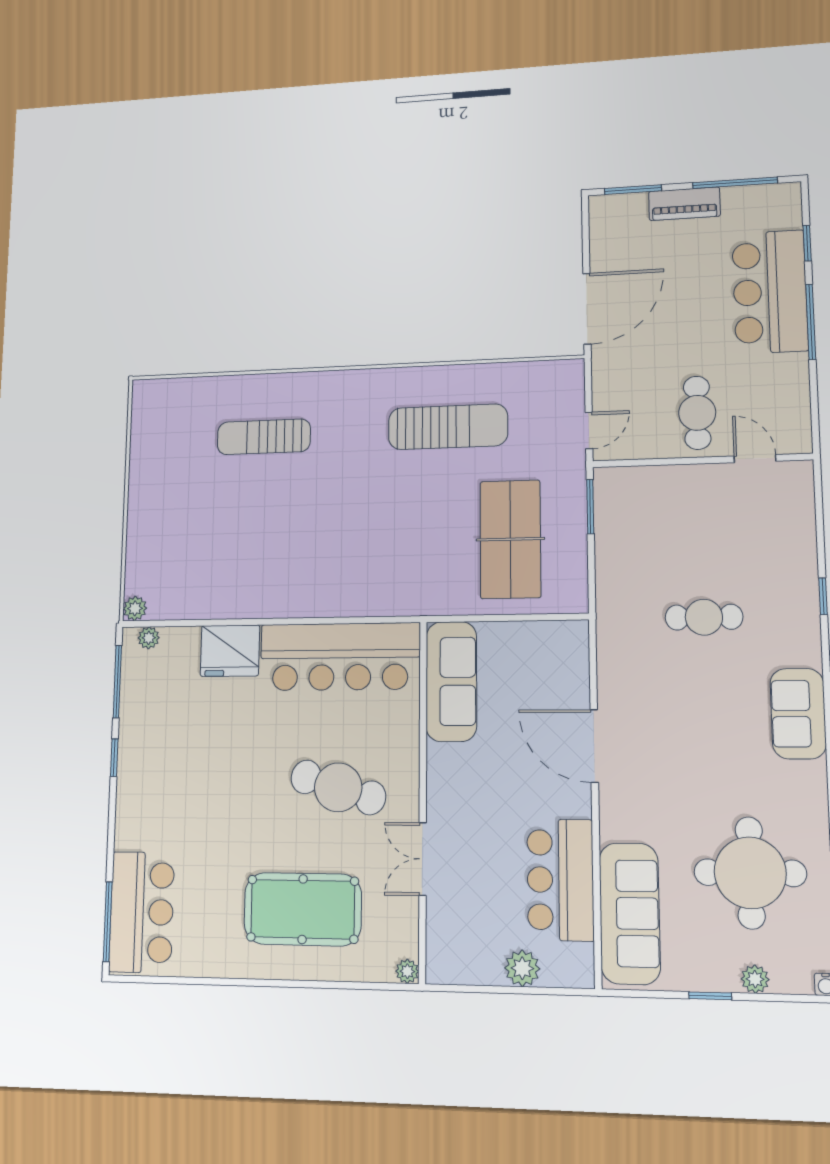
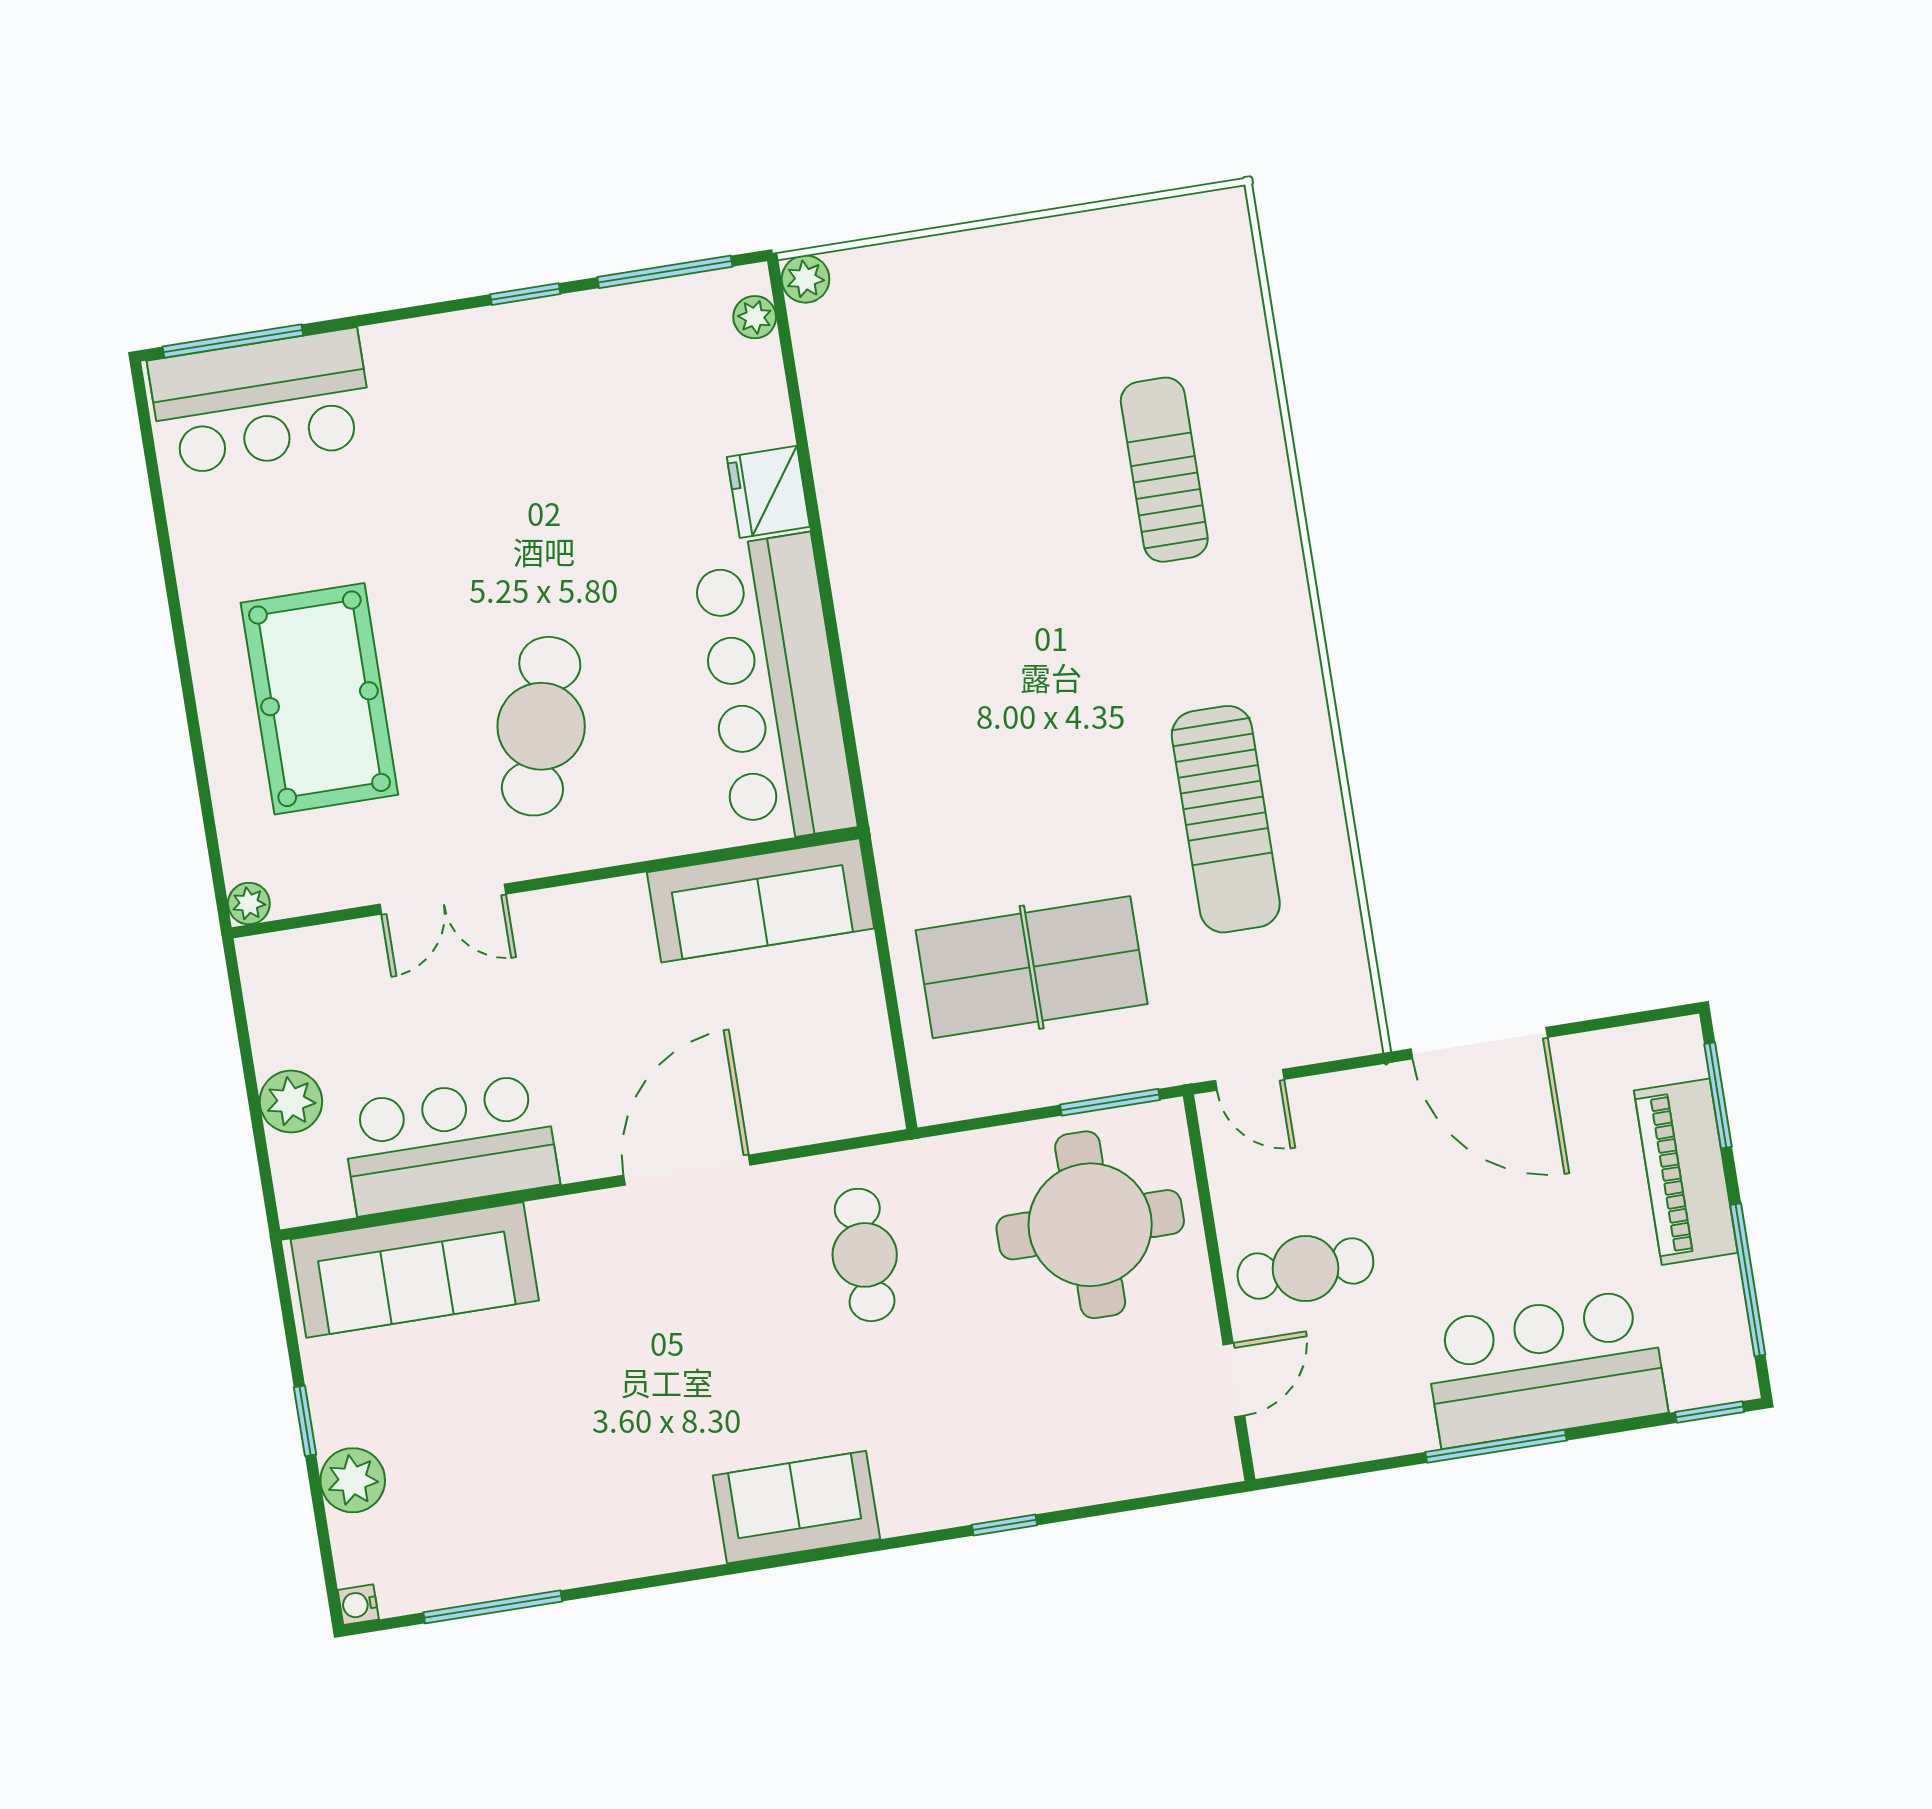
piano: (684, 204) -> (1686, 1172), width x1.37, depth x1.33
window: (807, 243) -> (1710, 1412), moved
cafe table: (704, 617) -> (865, 1255), moved
fridge: (230, 651) -> (768, 492), width x0.73, depth x0.75
double door: (423, 859) -> (443, 899), swing flipped
round table: (750, 873) -> (1090, 1225), moved
plant: (755, 979) -> (353, 1480), width x1.38, depth x1.38

